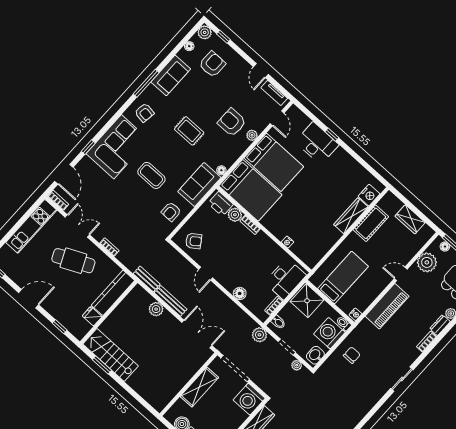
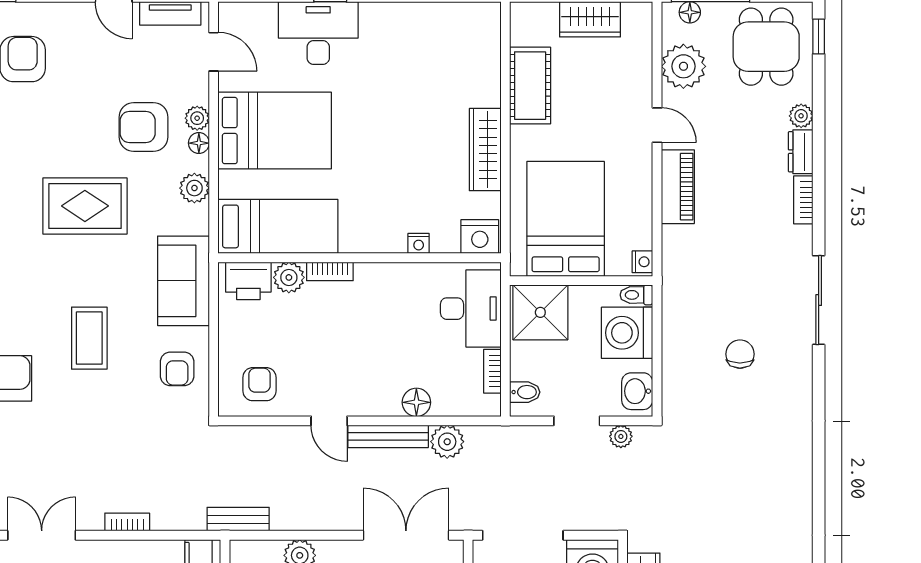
rug: (189, 131) -> (85, 206), width x1.36, depth x1.43
plant: (230, 157) -> (194, 188), added
floor lamp: (221, 170) -> (199, 143), moved
coffee table: (151, 175) -> (89, 338), turned 90
bed: (250, 190) -> (278, 226), width x0.67
nightstand: (369, 195) -> (480, 237), moved, turned 90
wardrobe: (351, 216) -> (485, 150), moved
armchair: (194, 241) -> (259, 384), turned -55
door: (401, 274) -> (657, 125), swing flipped
bed: (343, 278) -> (566, 219), width x1.50
bench: (171, 301) -> (388, 436), moved
piano: (387, 306) -> (678, 187), width x0.73, depth x0.75
plant: (259, 335) -> (447, 442), moved
chair: (352, 355) -> (740, 354), moved
sliding door: (402, 379) -> (819, 300), width x1.37

